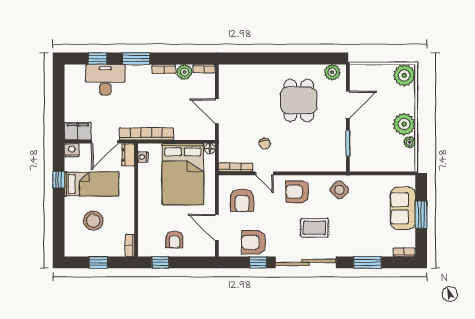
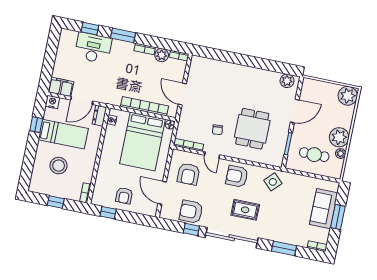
dining table: (299, 100) -> (252, 129), moved
bookcase: (146, 134) -> (145, 106), moved
cafe table: (380, 149) -> (314, 155), added

